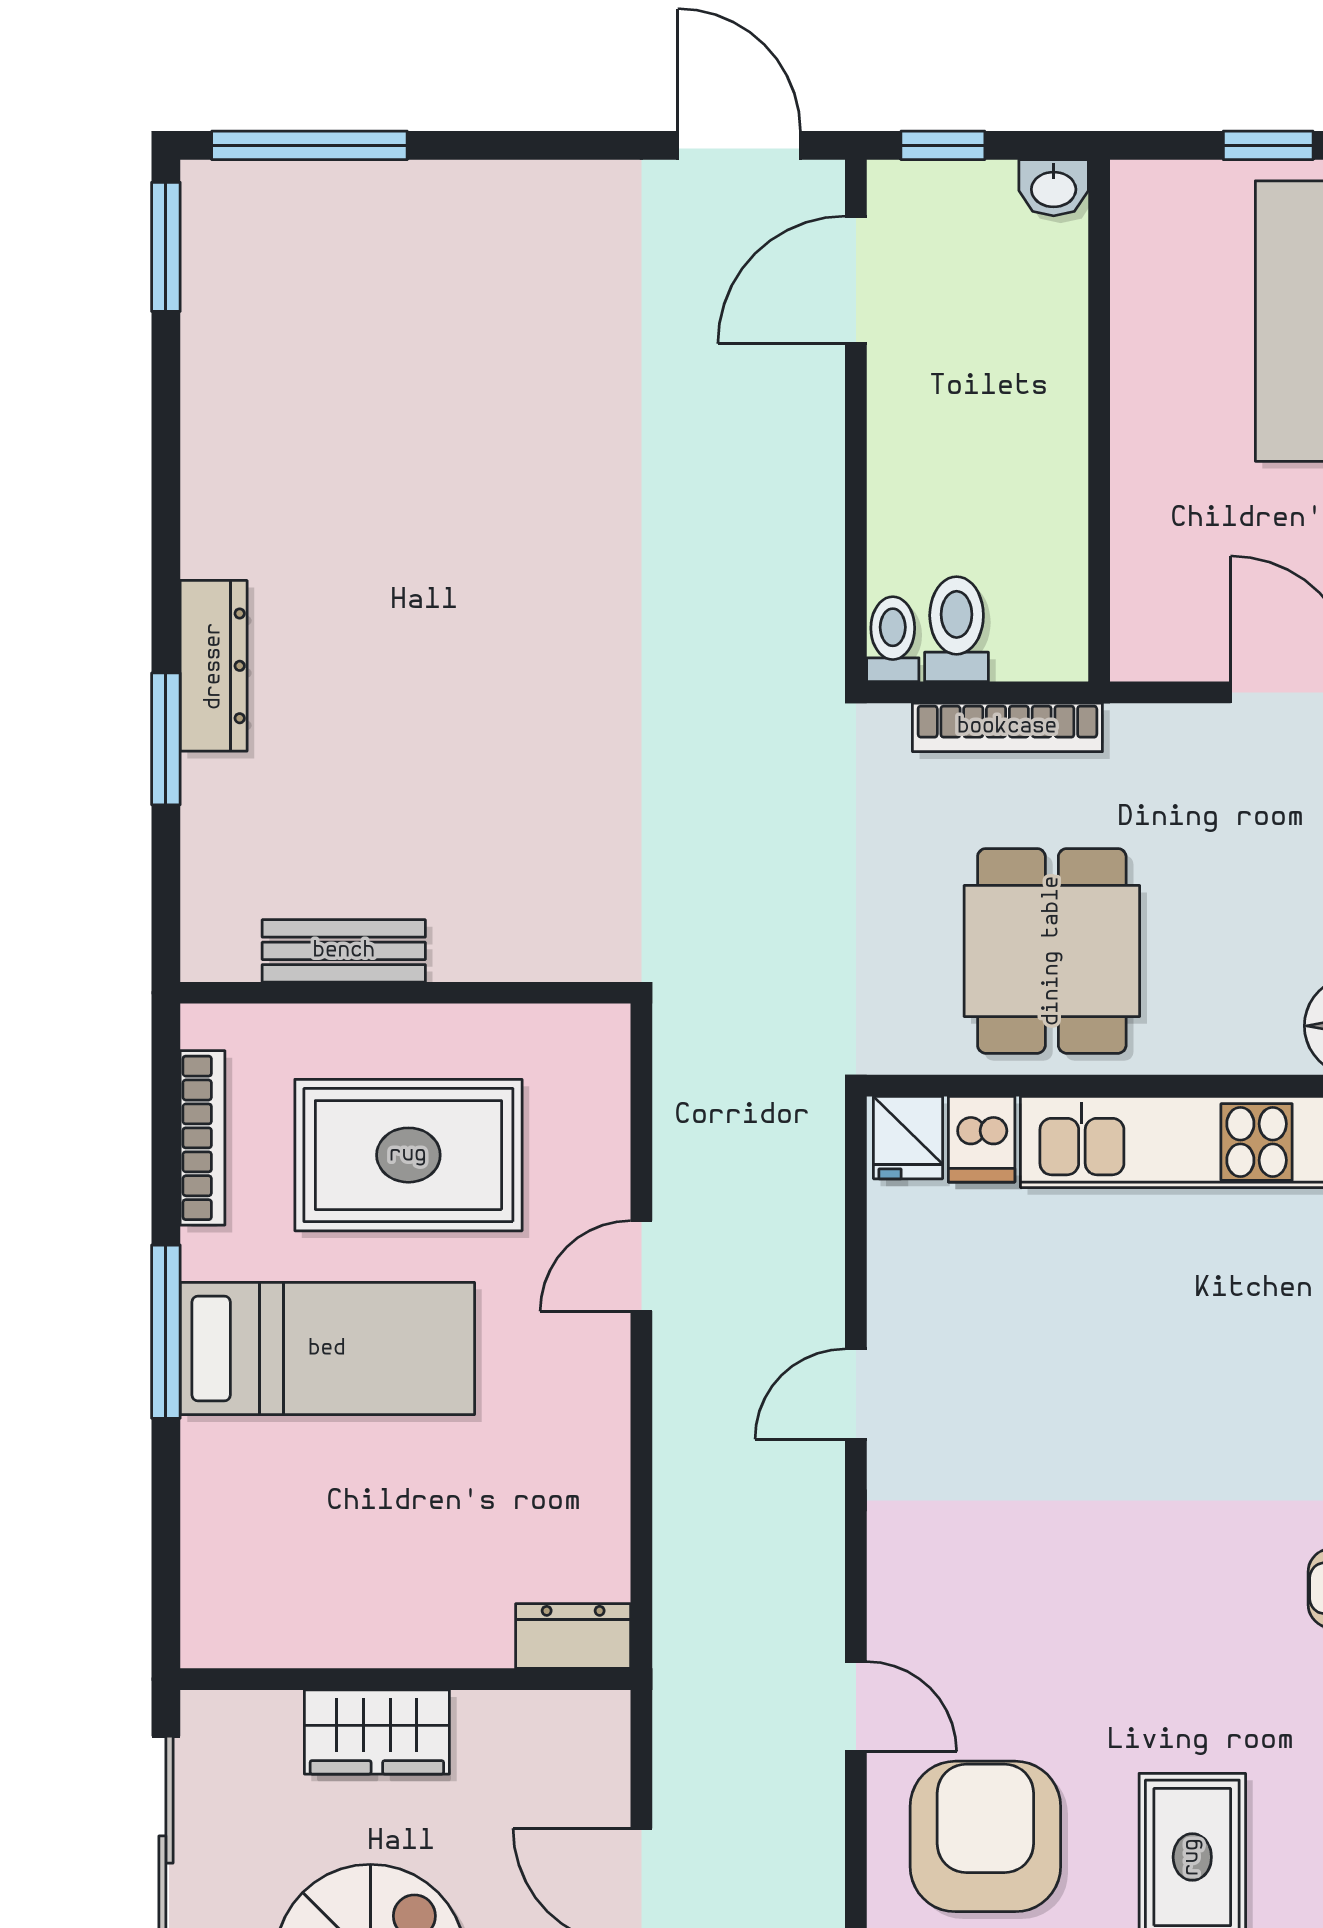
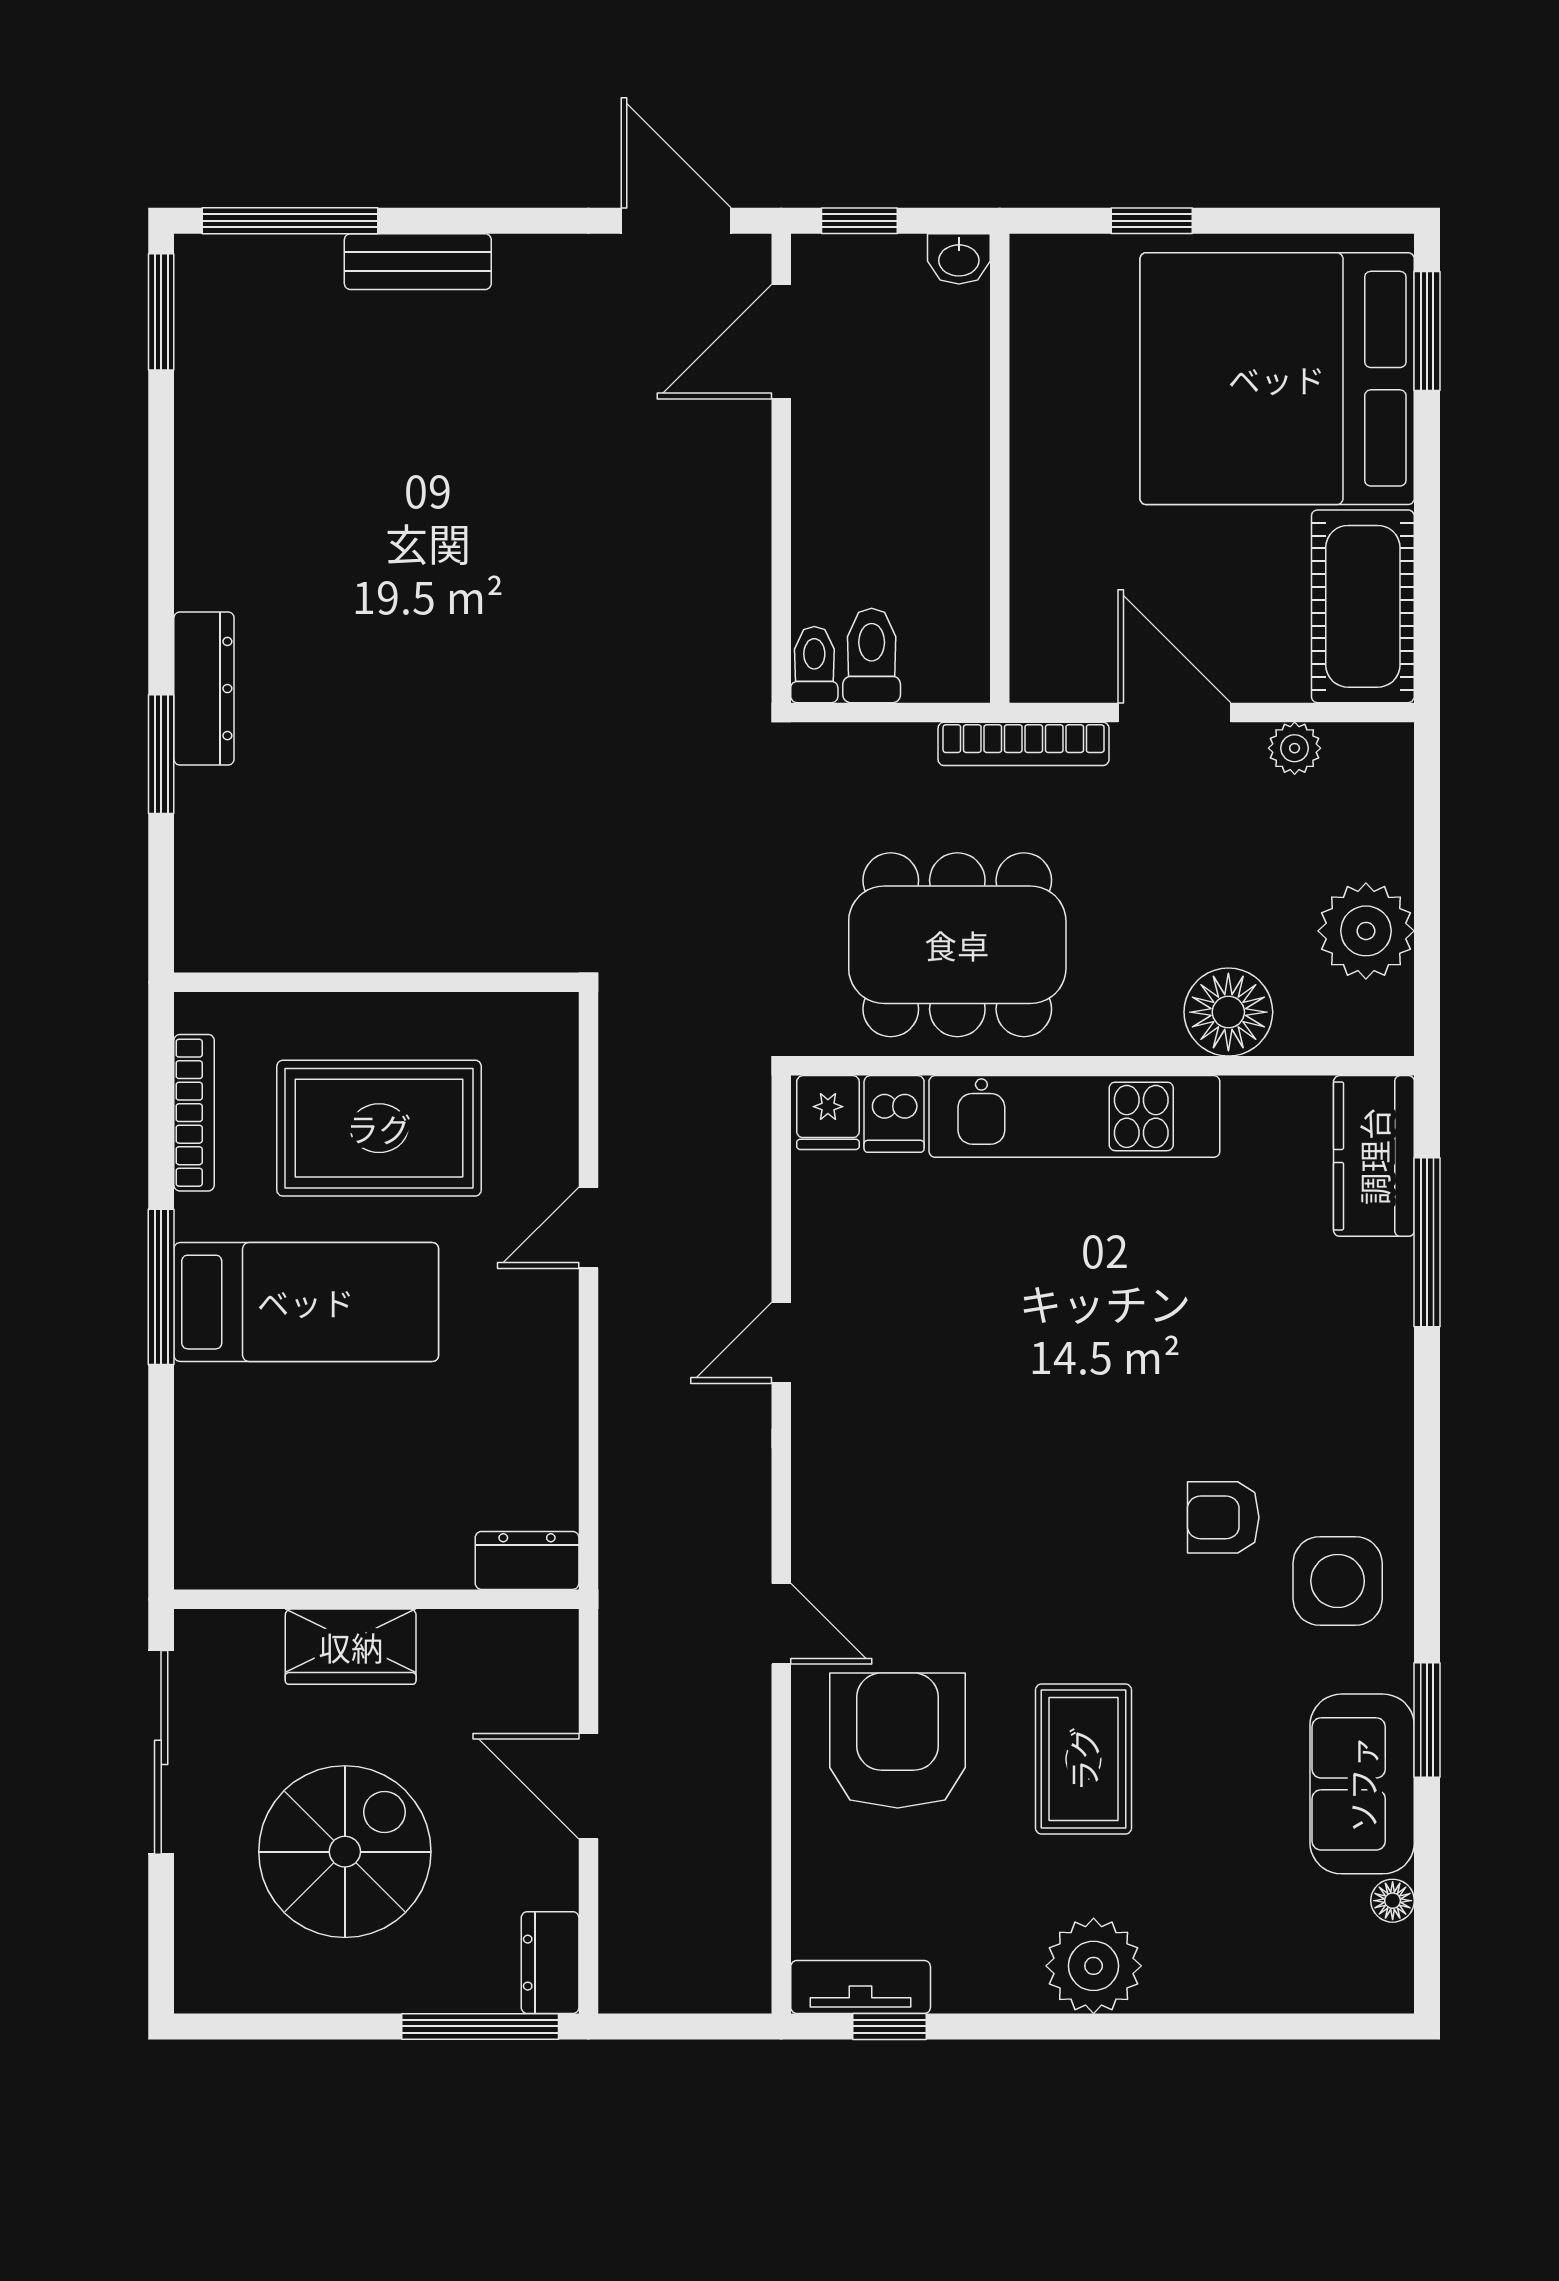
bookcase: (1007, 727) -> (1024, 744), moved
bench: (344, 951) -> (418, 262), moved
dining table: (1052, 951) -> (957, 945), width x1.38

